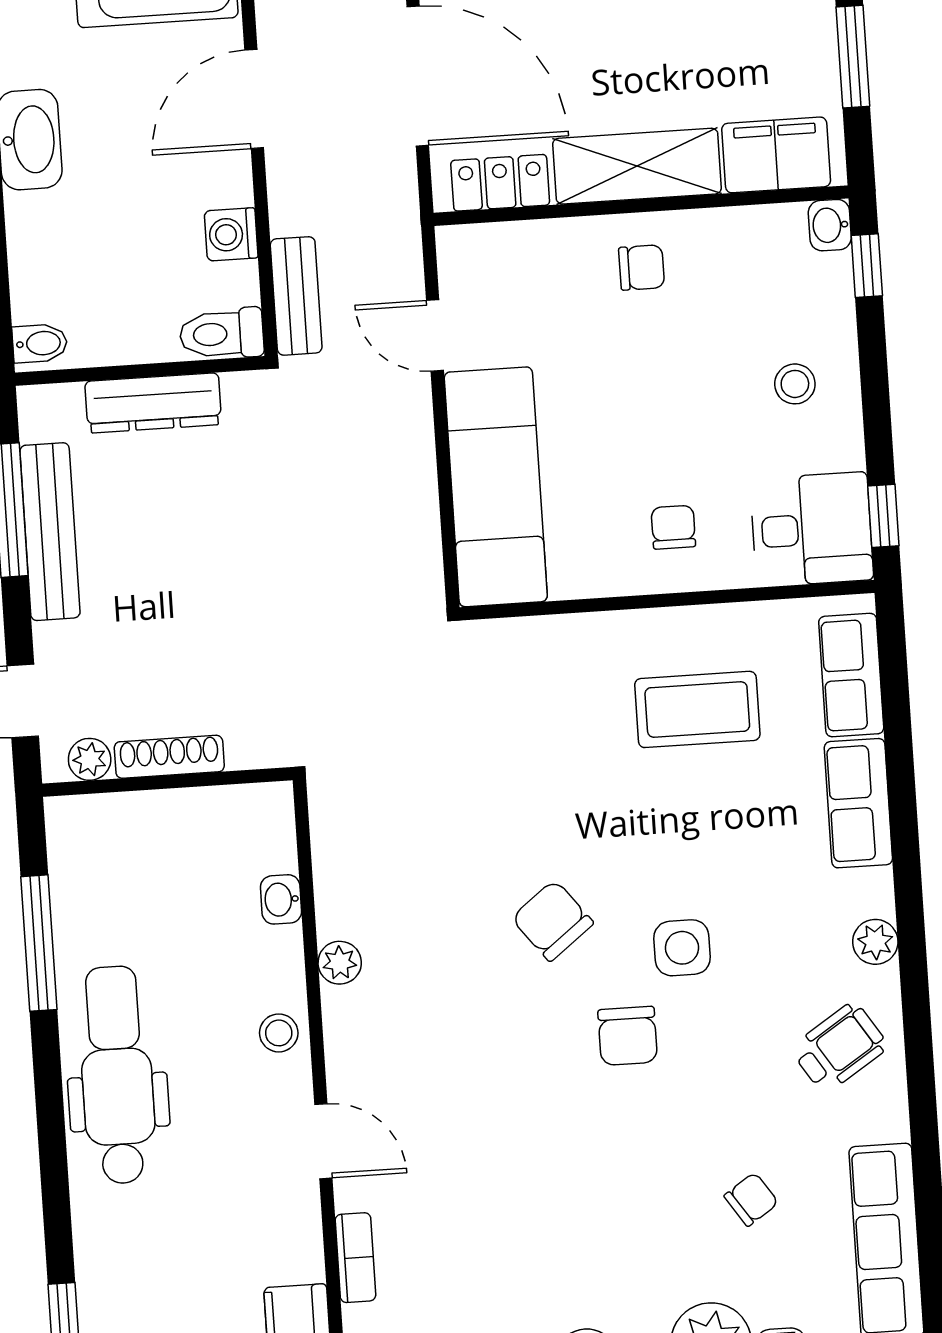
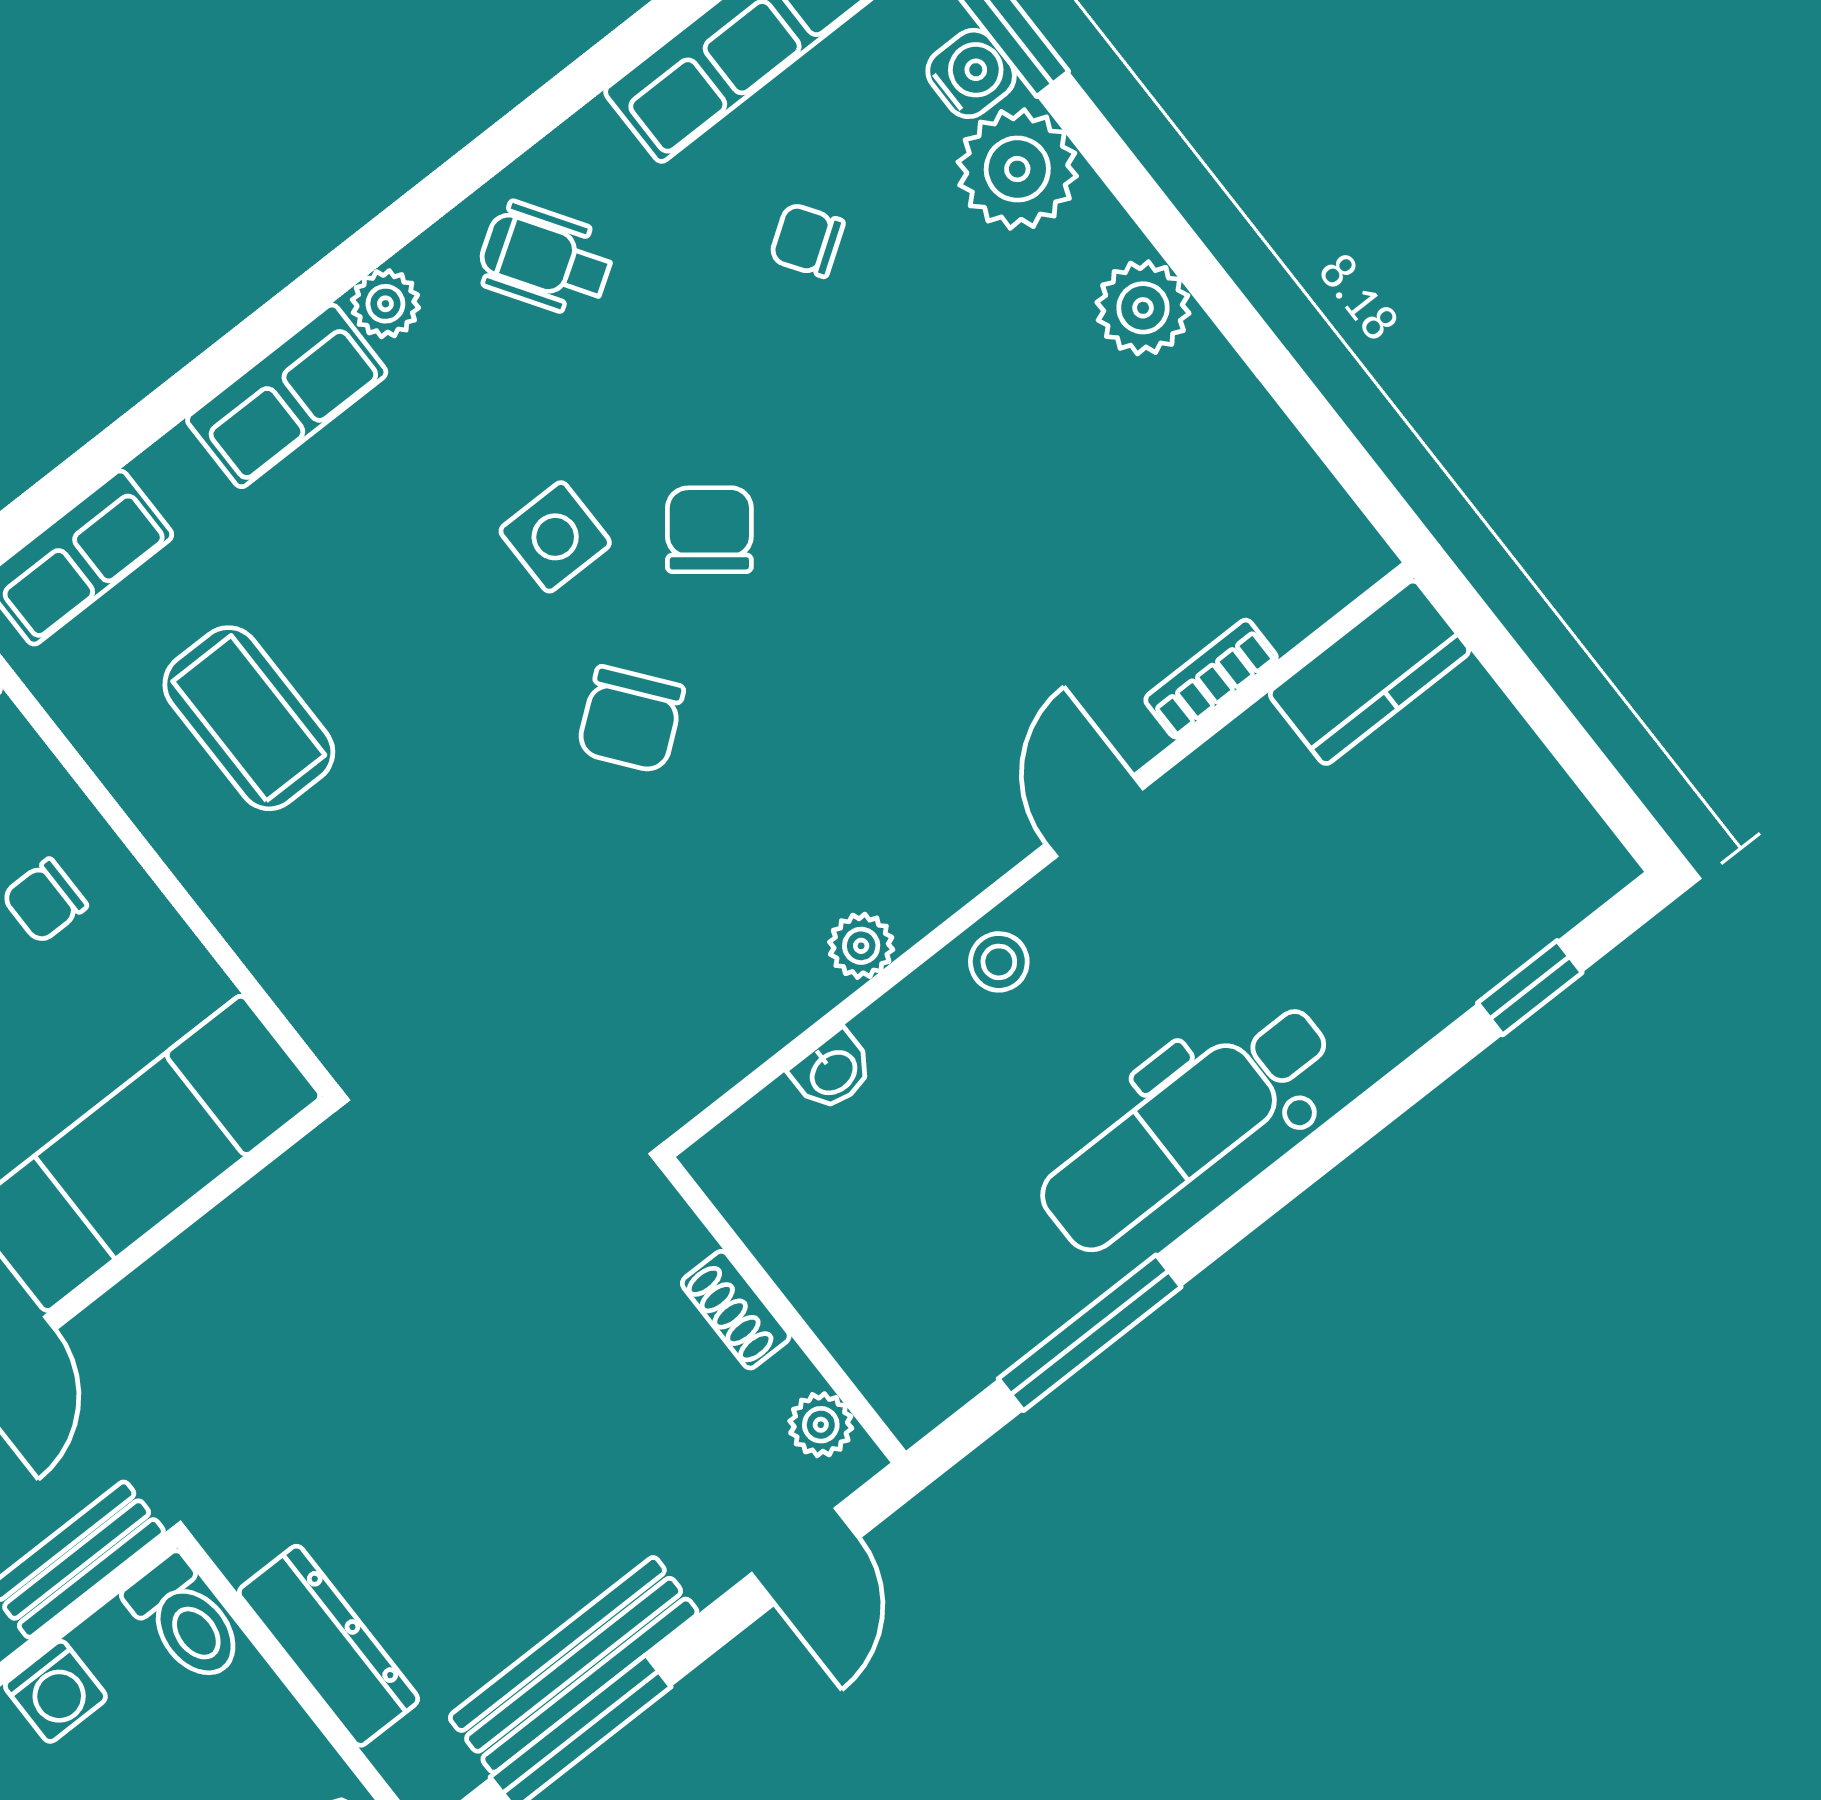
shoe rack: (169, 757) -> (736, 1310), width x0.70
row of seats: (858, 803) -> (287, 396), moved
chair: (628, 1036) -> (709, 530), turned -52

